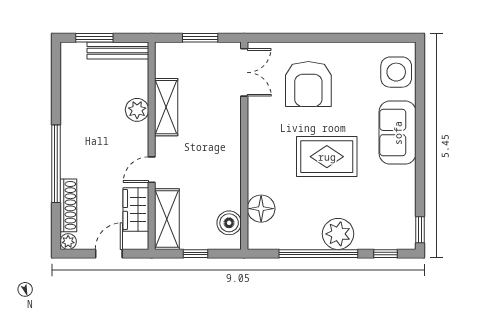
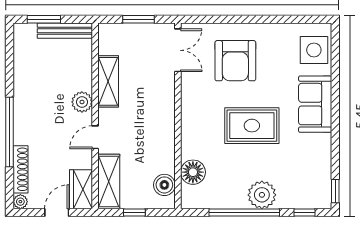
plant: (137, 110) -> (82, 102), moved
wardrobe: (136, 209) -> (81, 189), moved

